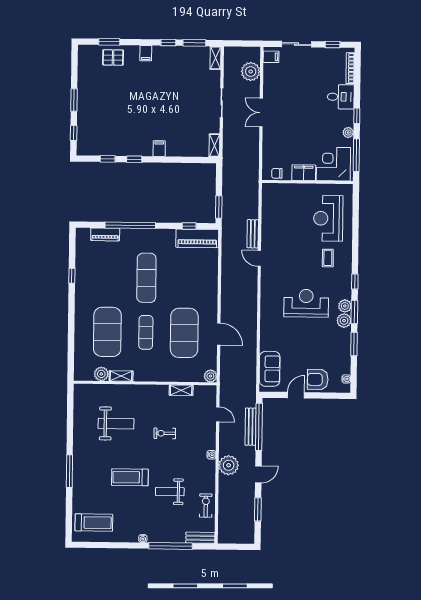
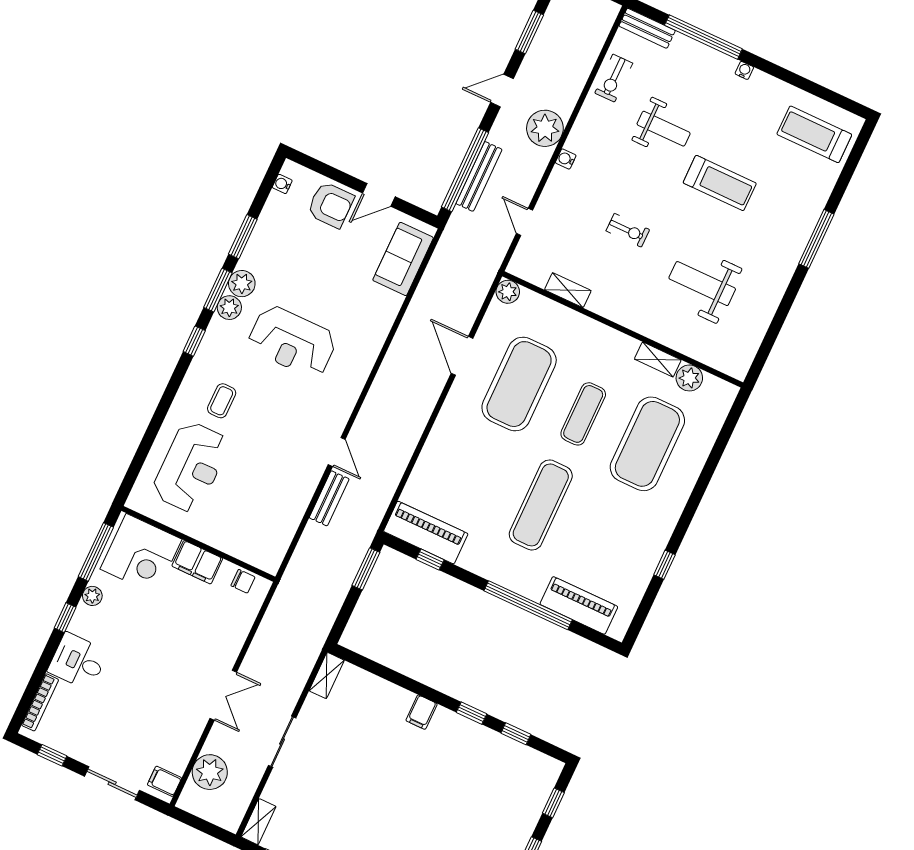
piano: (105, 234) -> (579, 605), width x1.37, depth x1.33

